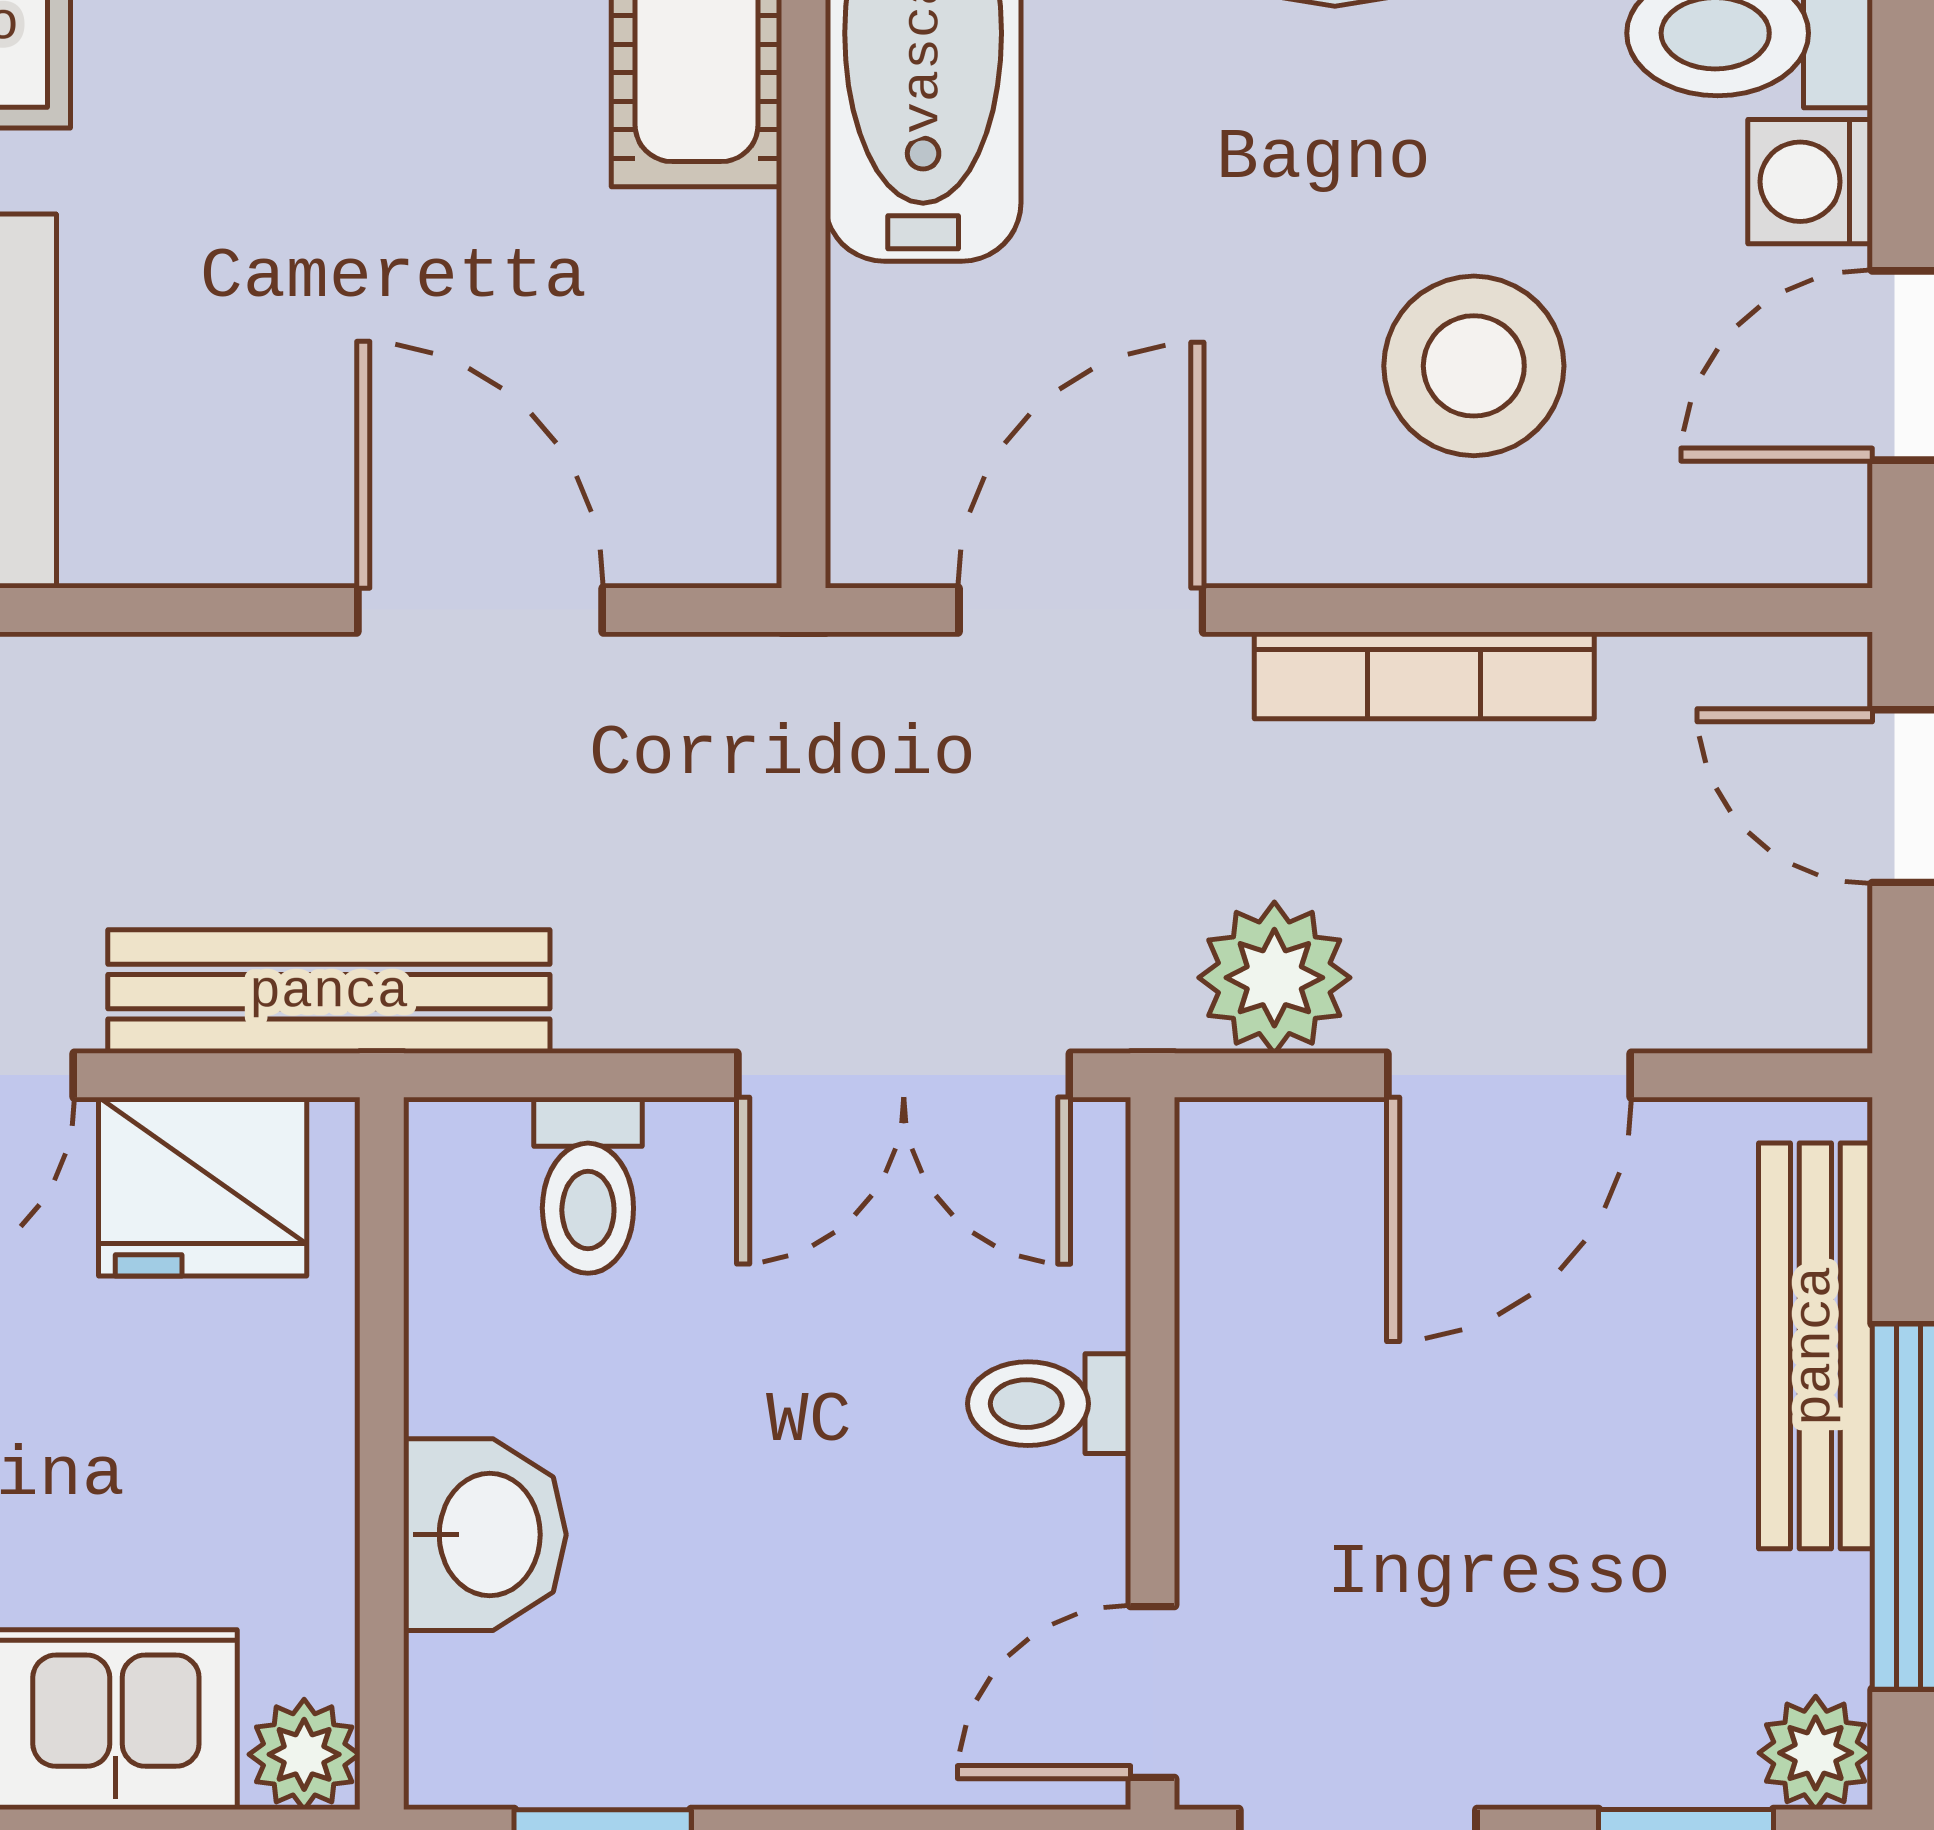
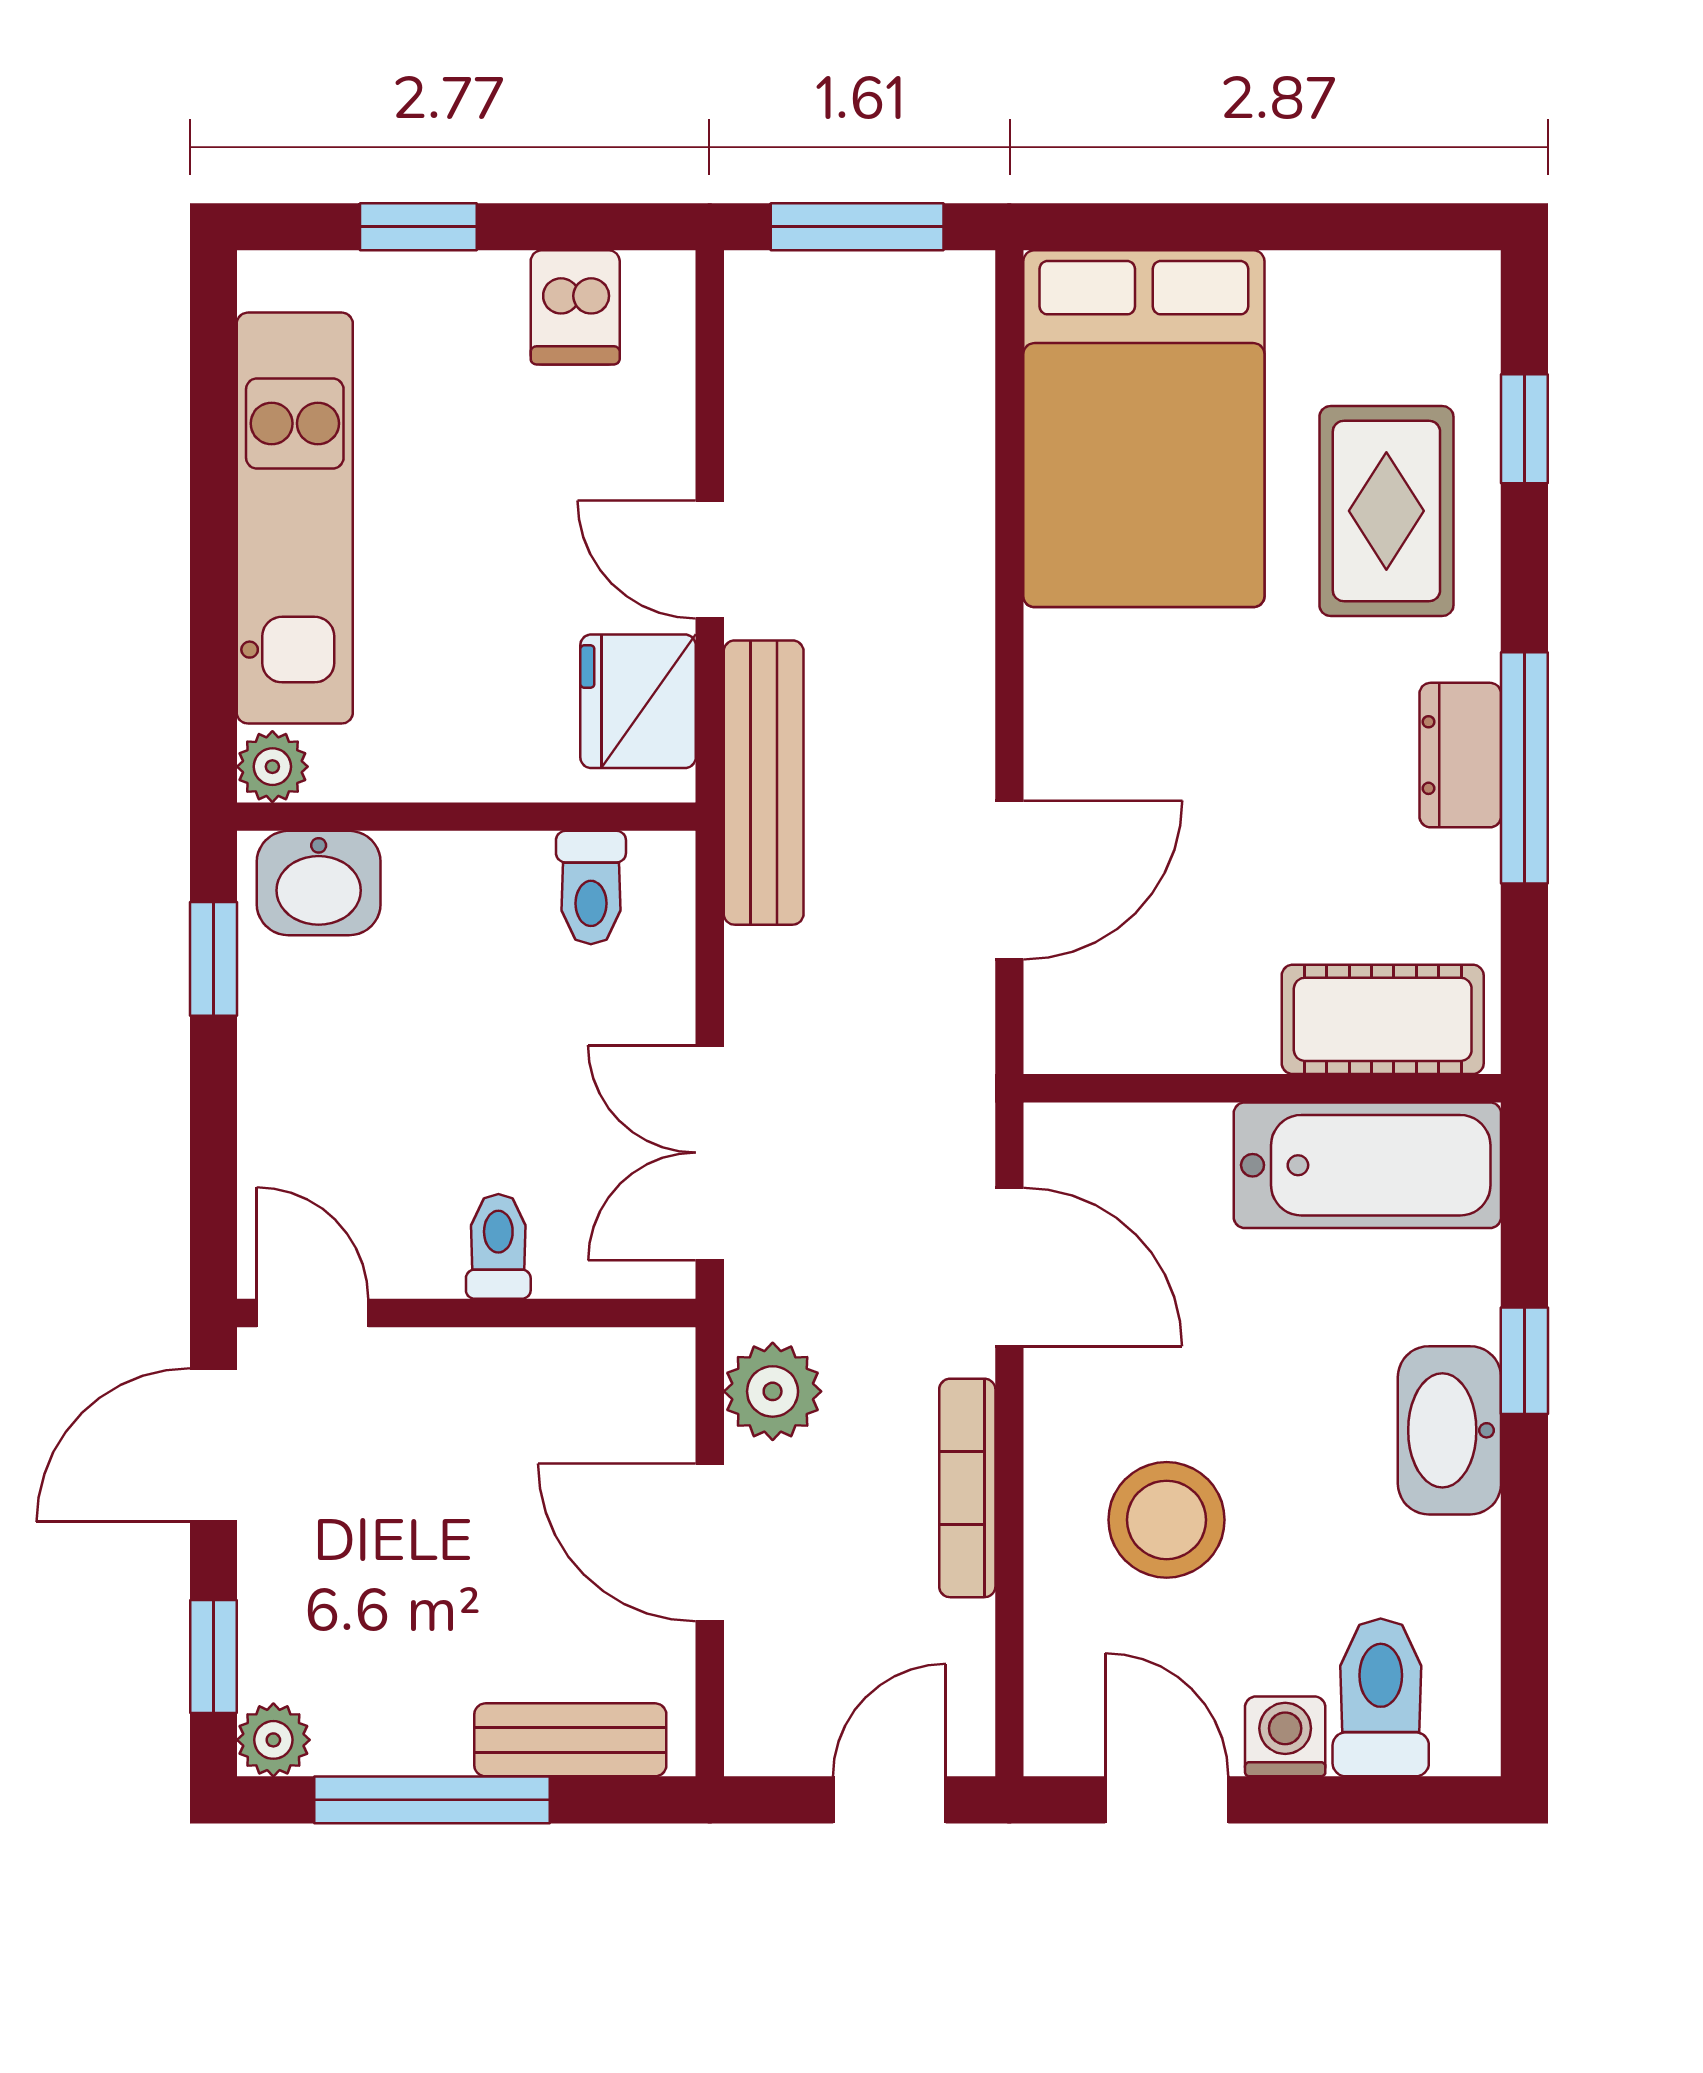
toilet: (588, 1185) -> (591, 888), moved, turned -90
bench: (1815, 1346) -> (570, 1740), width x0.73
washbasin: (485, 1535) -> (319, 883), moved

